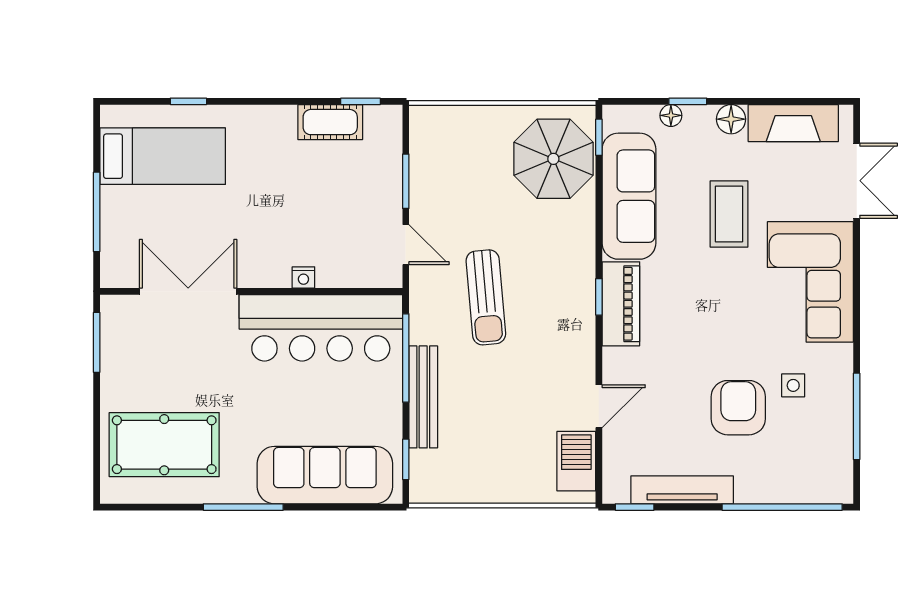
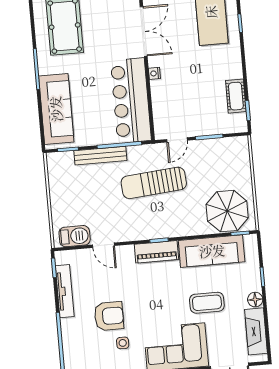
floor lamp: (671, 115) -> (254, 269), removed
nightstand: (303, 277) -> (154, 73), moved
sun lounger: (486, 297) -> (154, 183), width x1.36, depth x1.34

